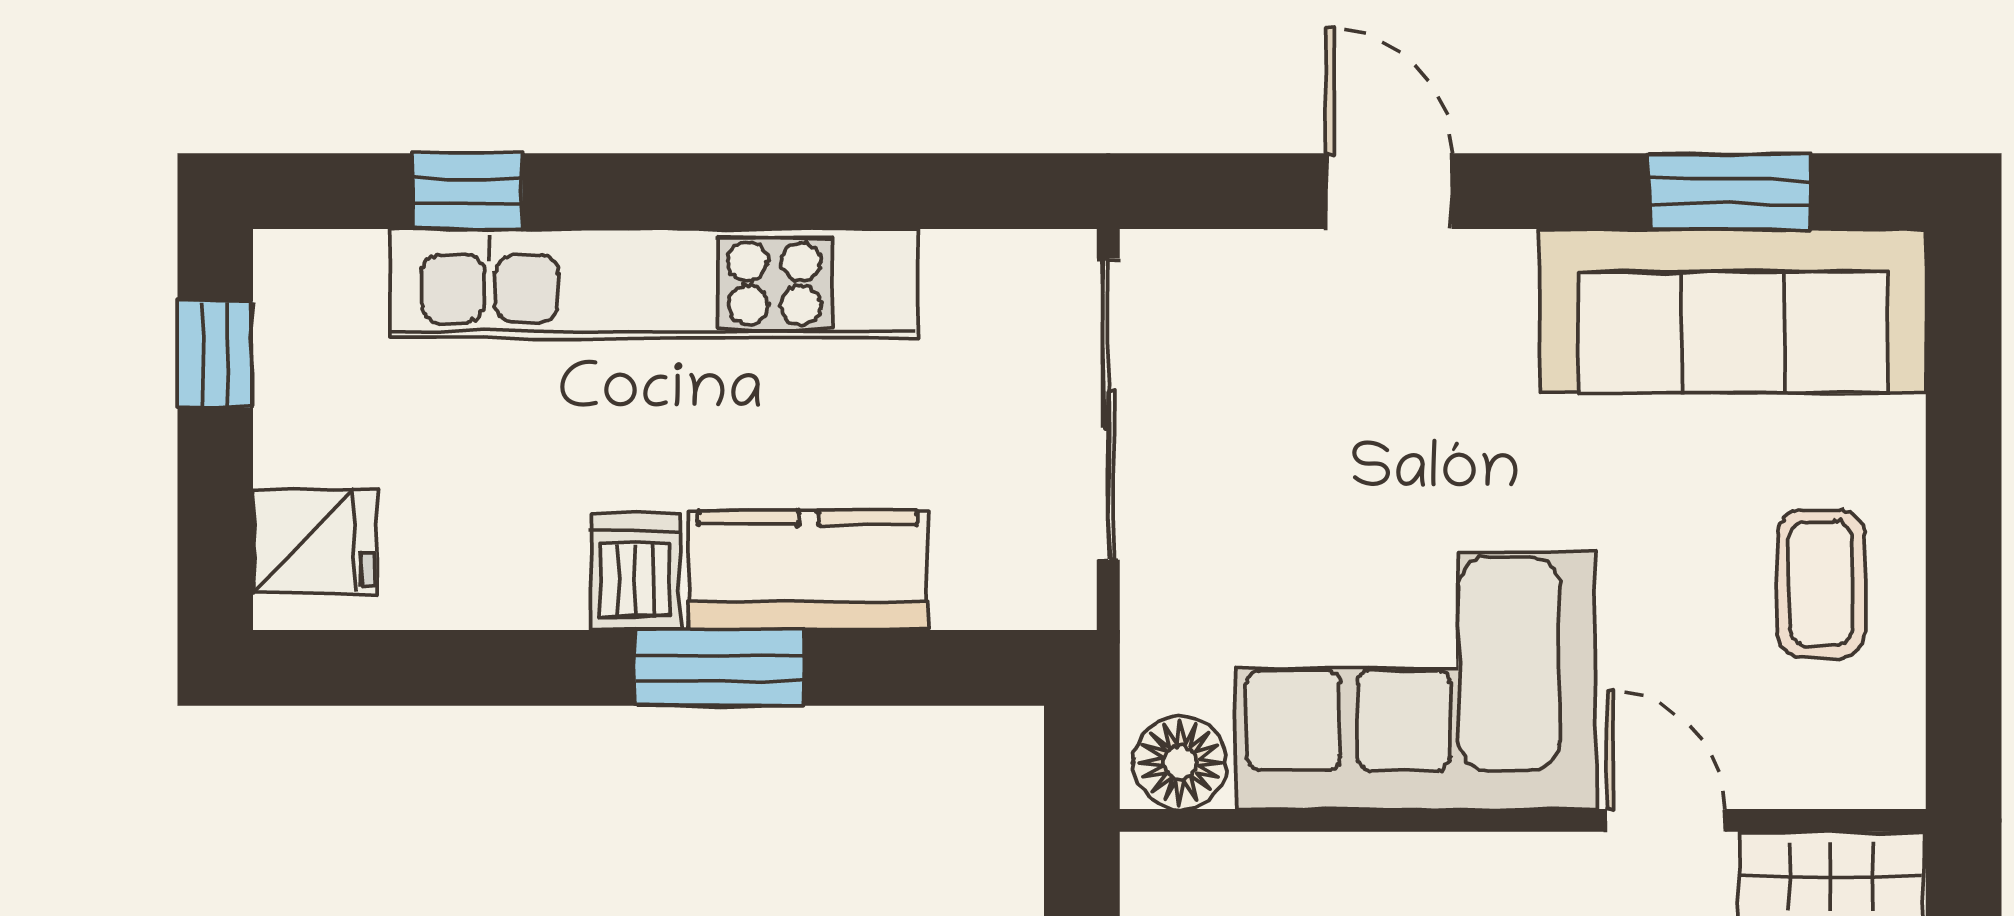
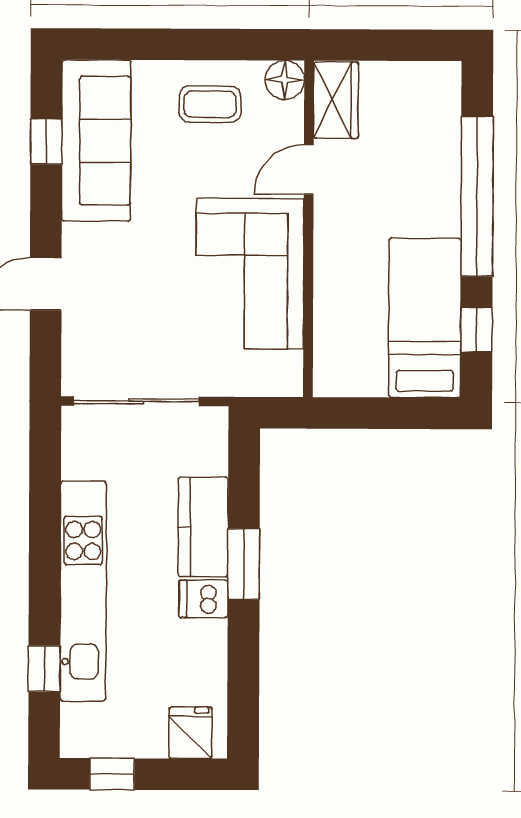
window: (1730, 191) -> (46, 142), width x0.67
floor lamp: (1181, 762) -> (285, 80), moved

